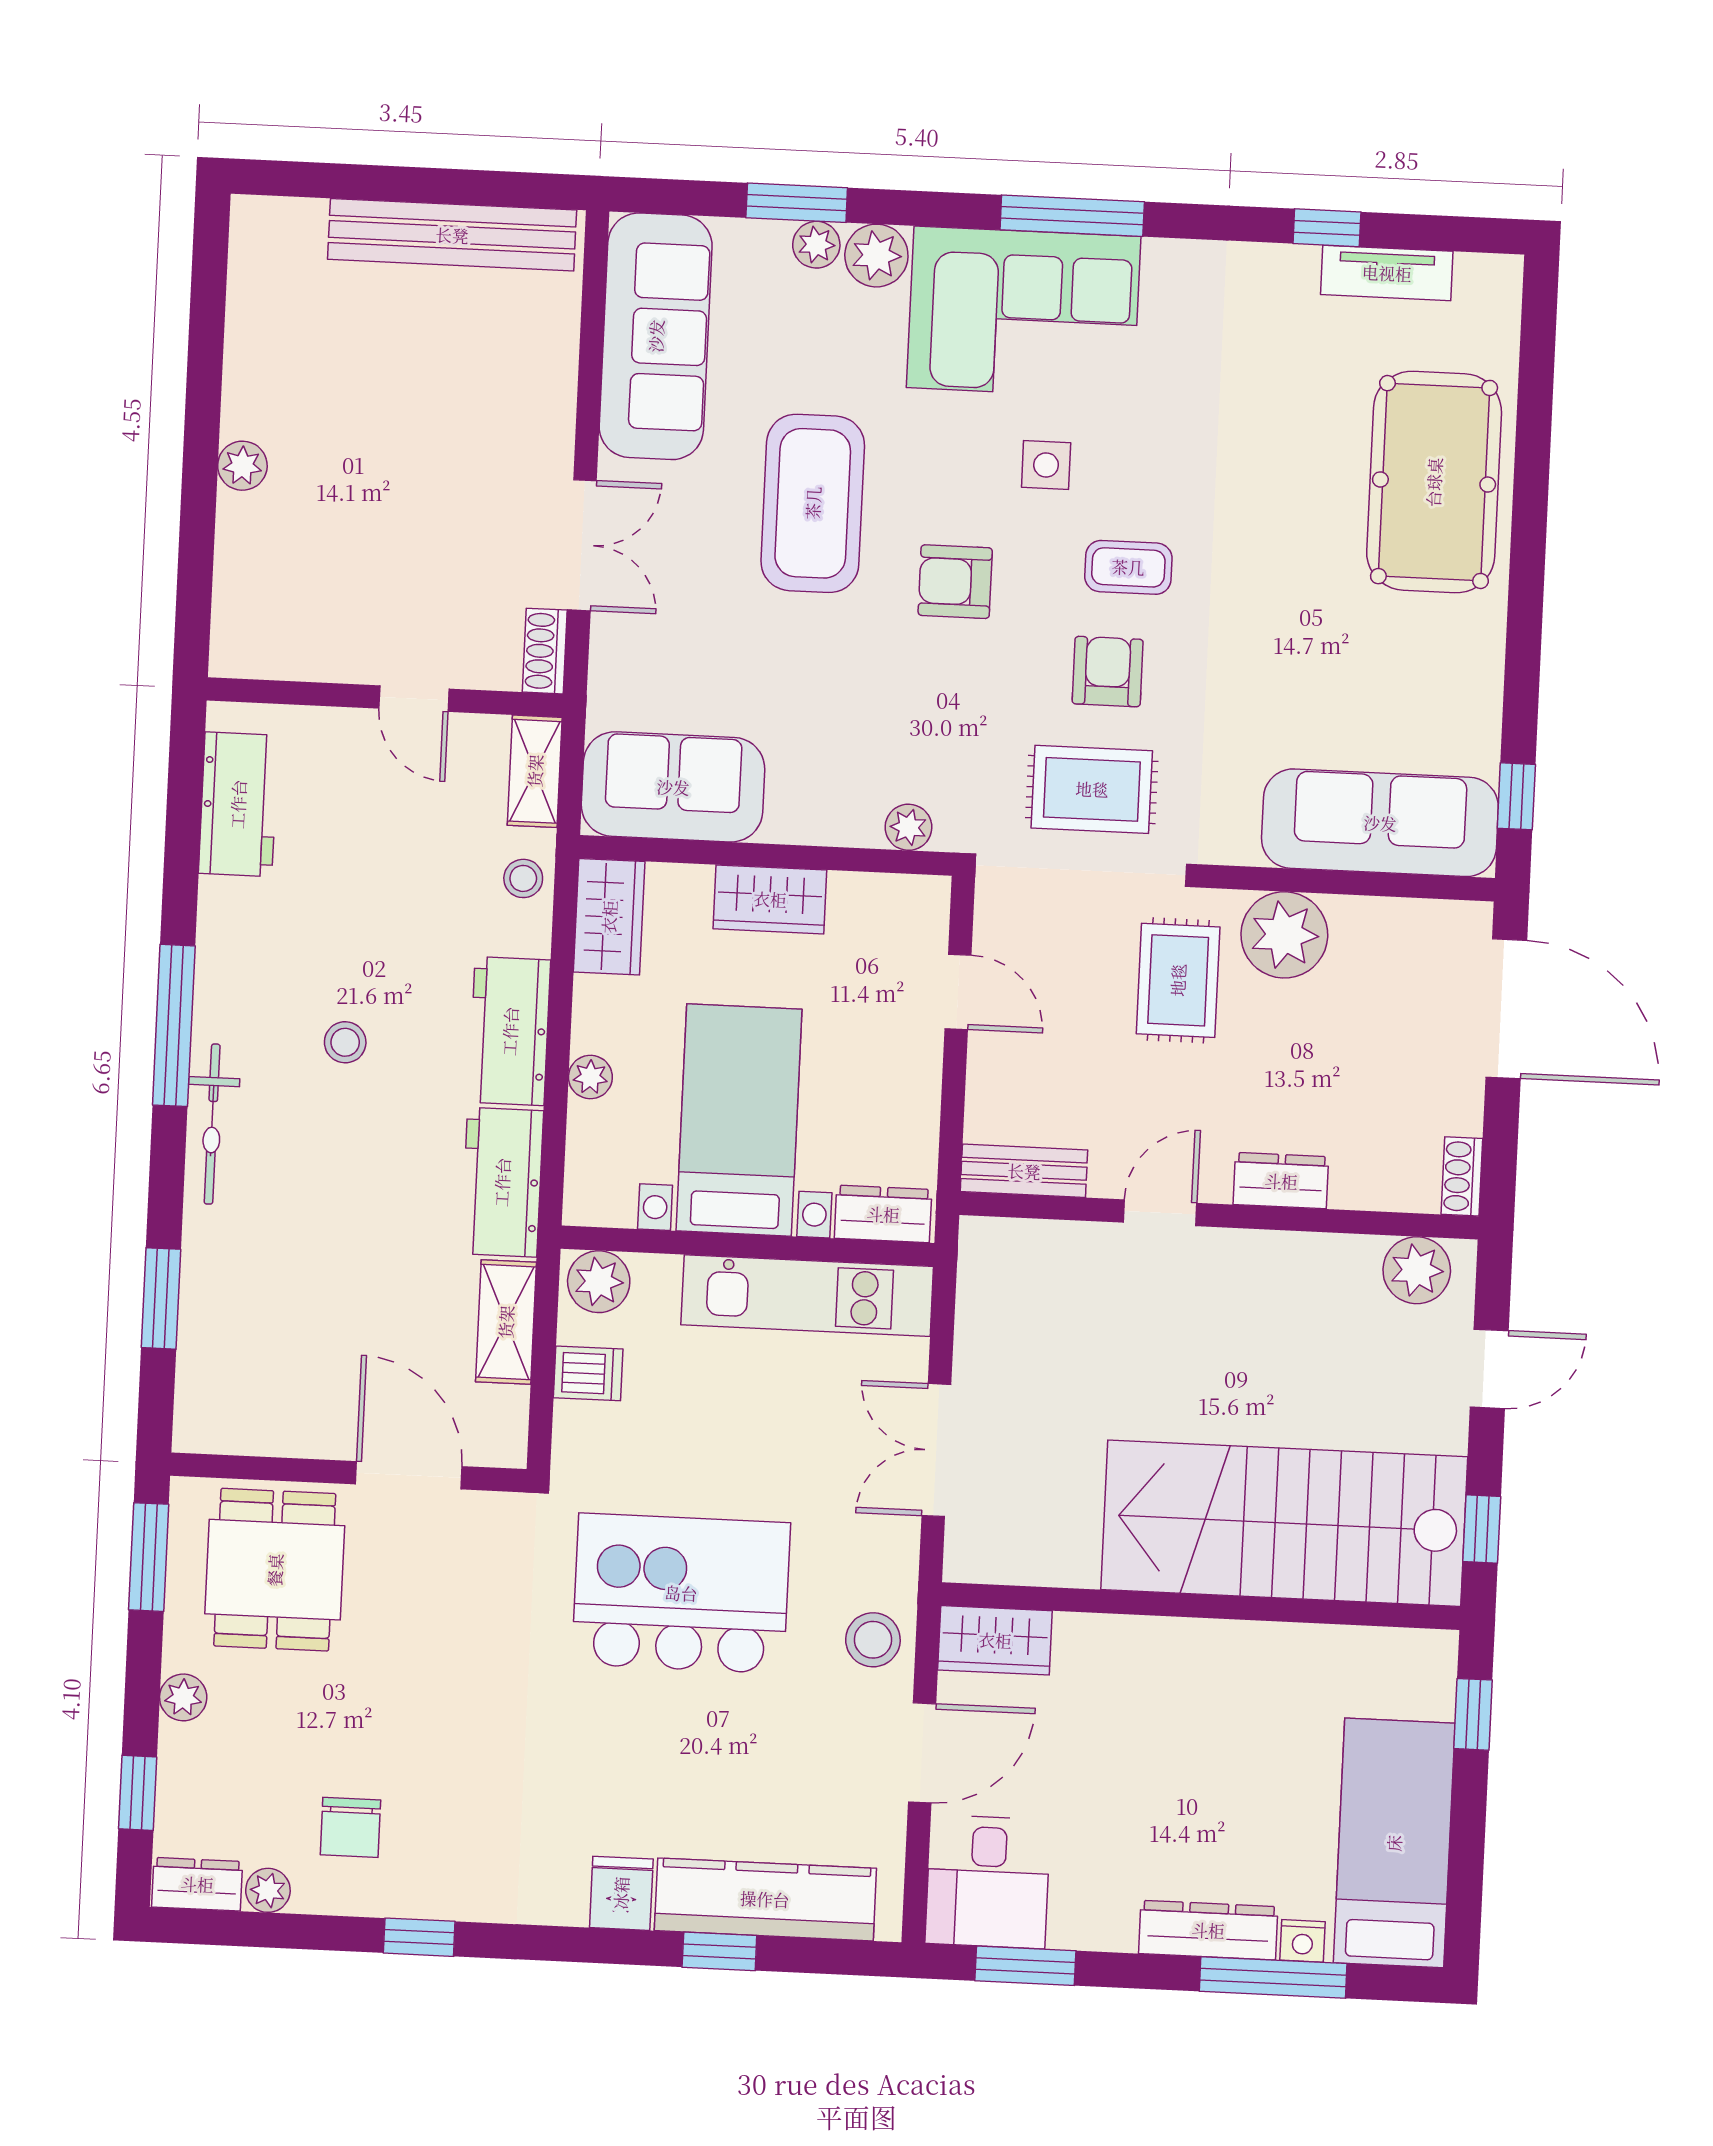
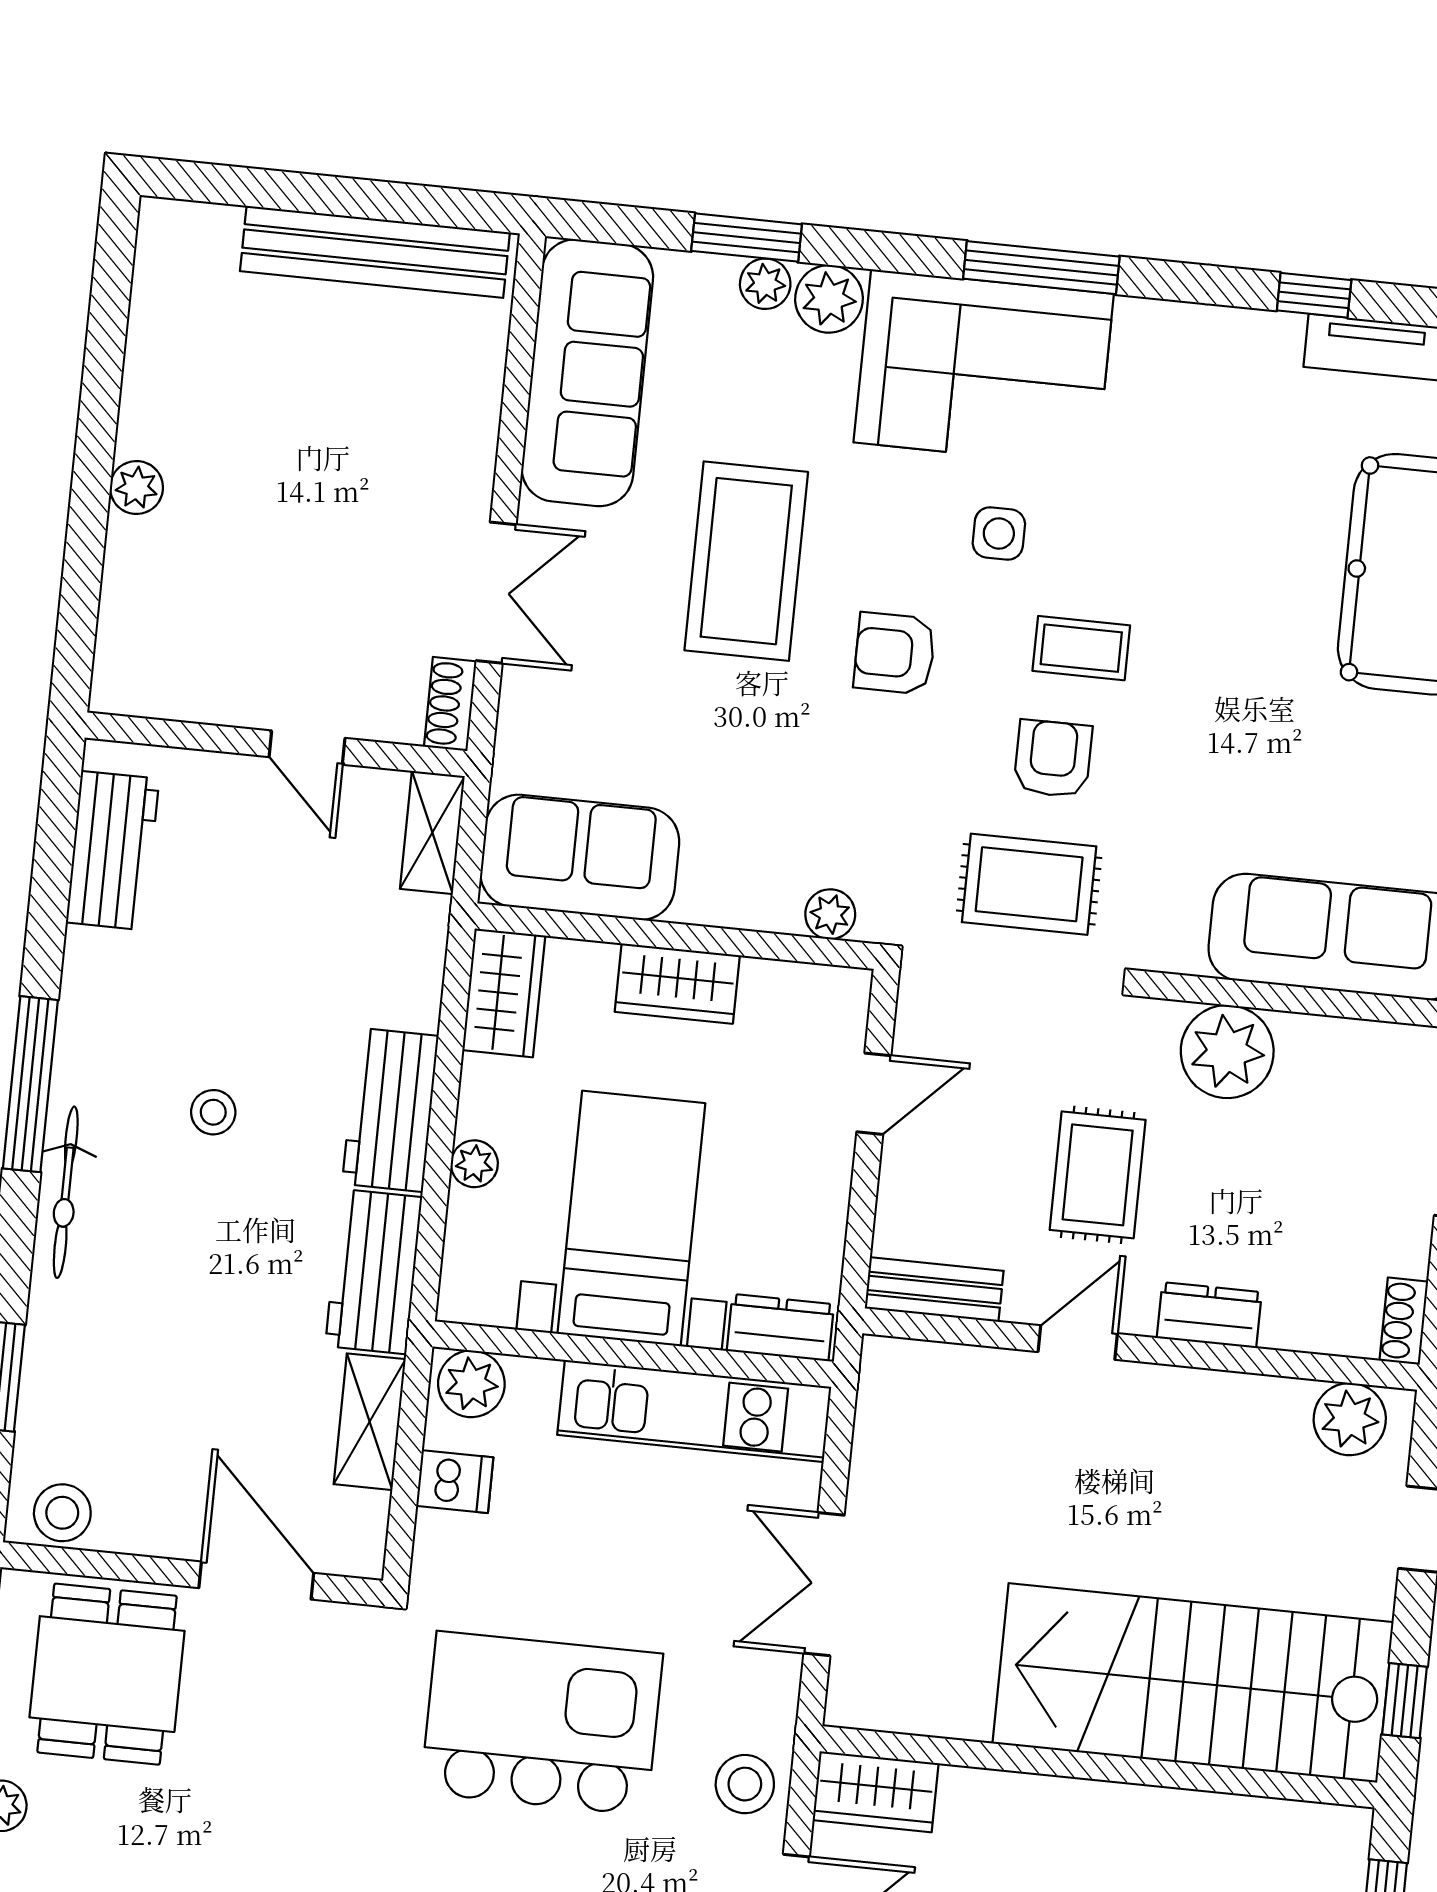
stool: (523, 878) -> (62, 1513), moved, width x1.37, depth x1.37
rug: (1178, 980) -> (1098, 1175), moved
door: (958, 992) -> (874, 1094), hinge flipped

